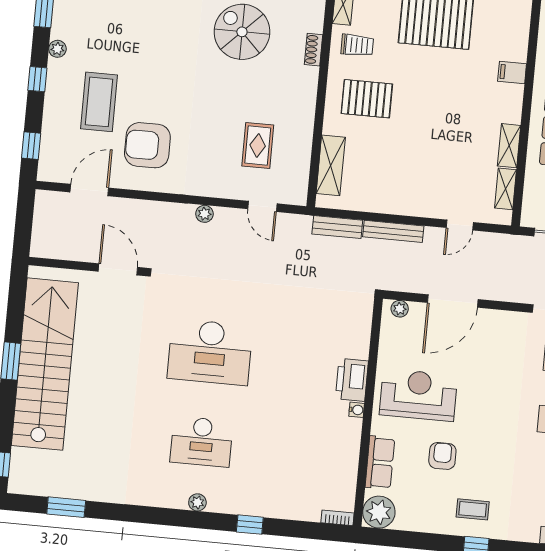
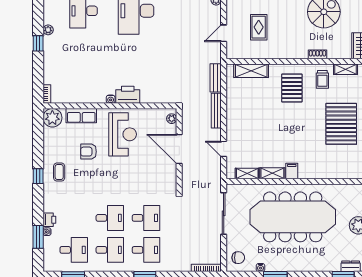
filing cabinet: (512, 72) -> (292, 171), moved
rug: (258, 146) -> (259, 27), turned 90
armchair: (442, 456) -> (89, 152), turned 180
plant: (197, 502) -> (48, 30), moved

